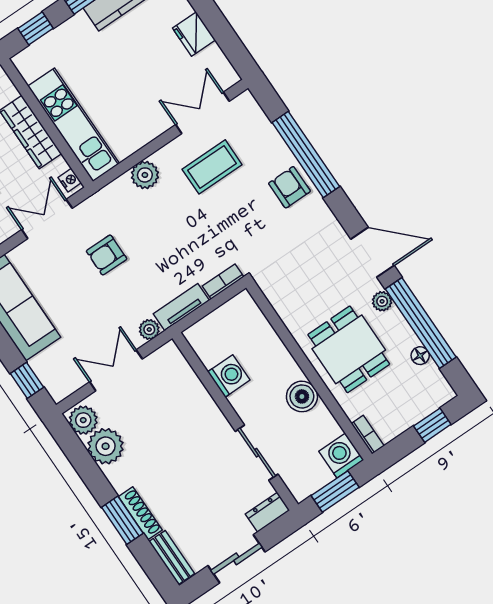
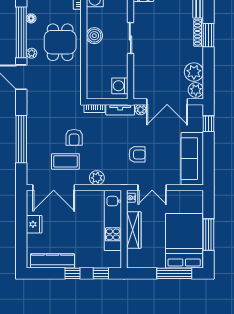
double door: (202, 113) -> (54, 188), width x1.37
armchair: (289, 187) -> (74, 137), moved
double door: (116, 370) -> (167, 102), width x1.37
washing machine: (229, 376) -> (120, 86), moved
sliding door: (257, 453) -> (130, 38), moved

